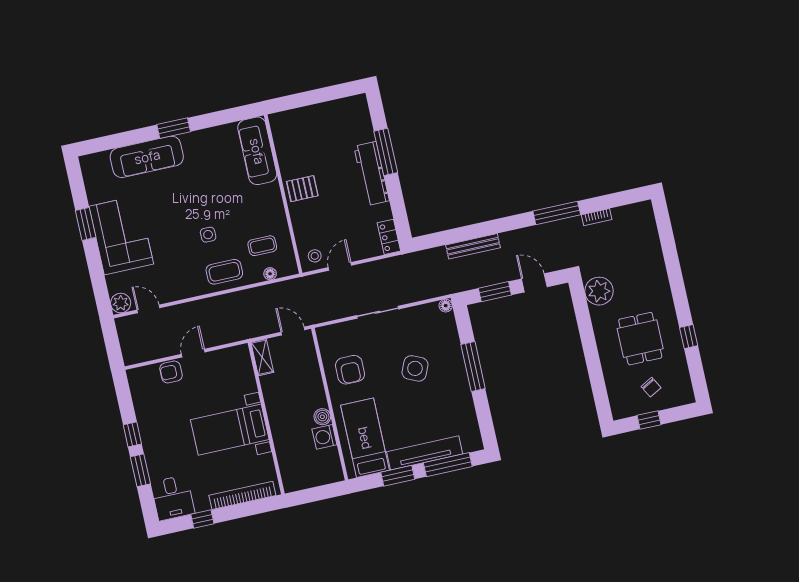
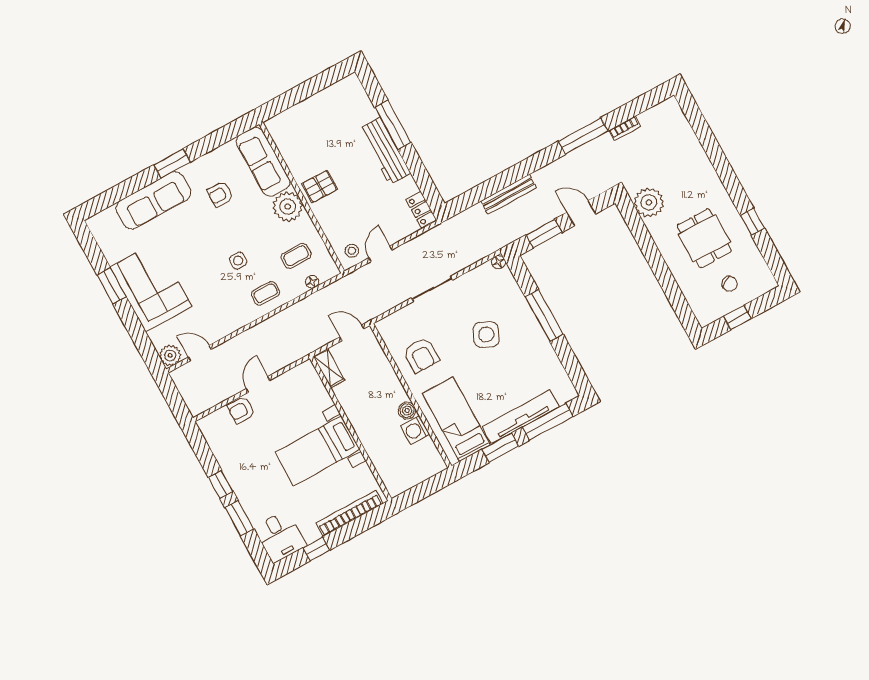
armchair: (210, 169) -> (220, 194), added
plant: (268, 198) -> (288, 207), added
coffee table: (224, 272) -> (265, 293), width x0.73, depth x0.77

